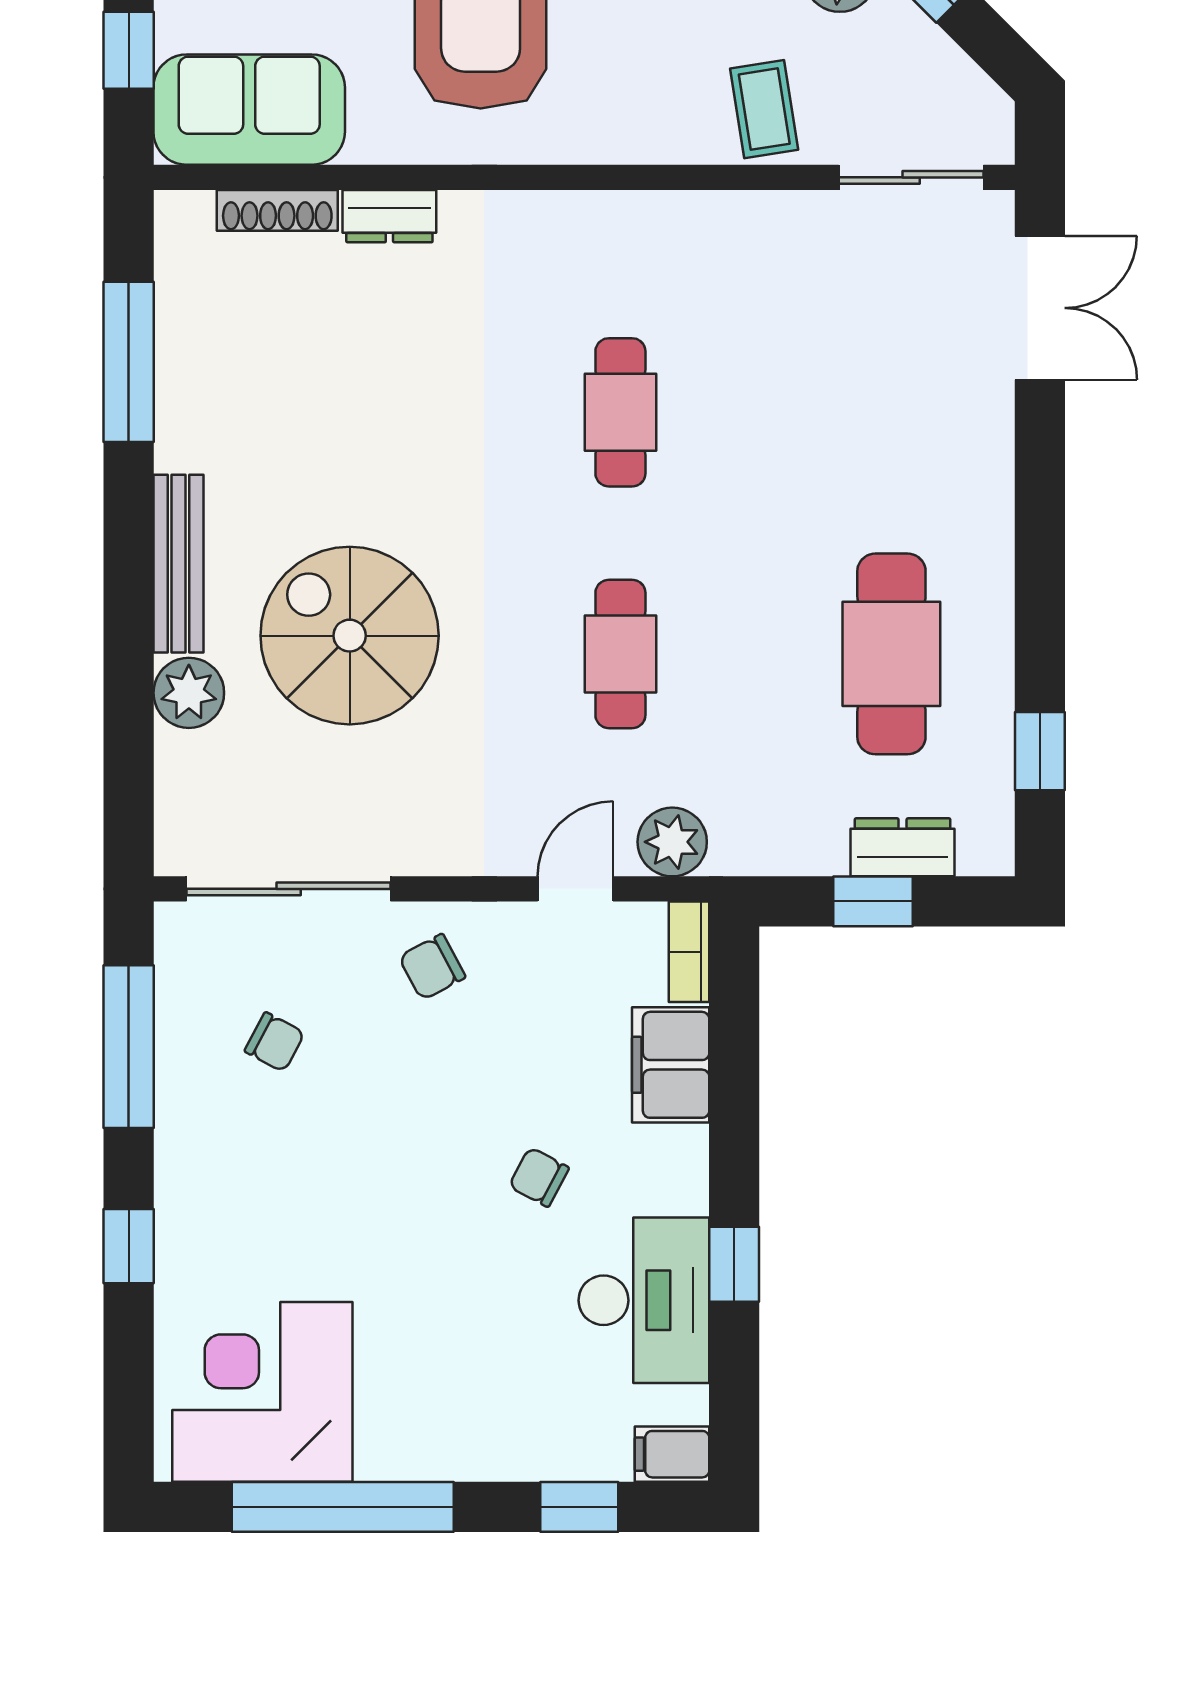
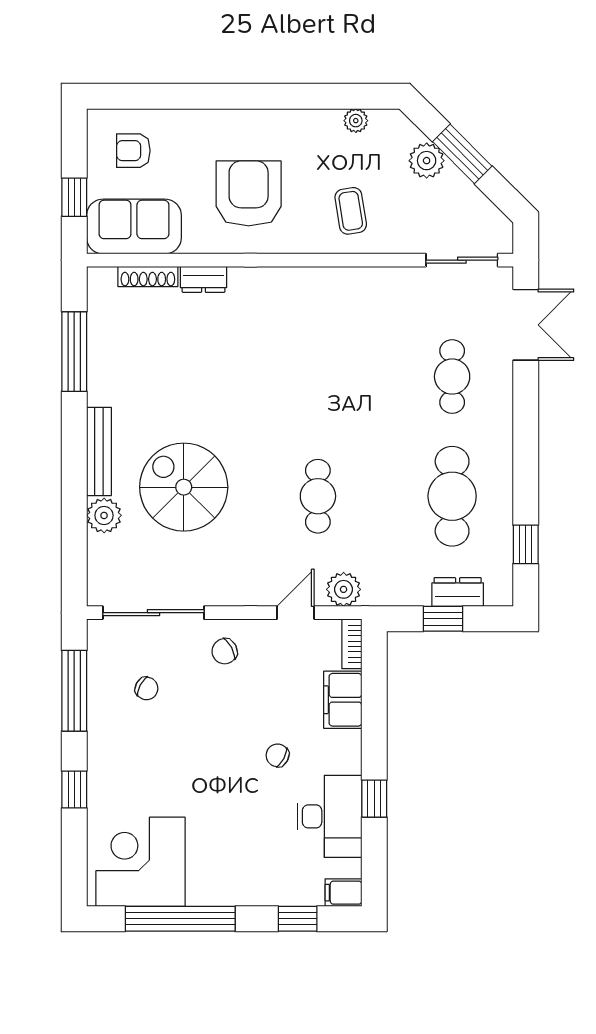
coffee table: (764, 109) -> (351, 211), moved
cafe table: (620, 412) -> (452, 377), moved

